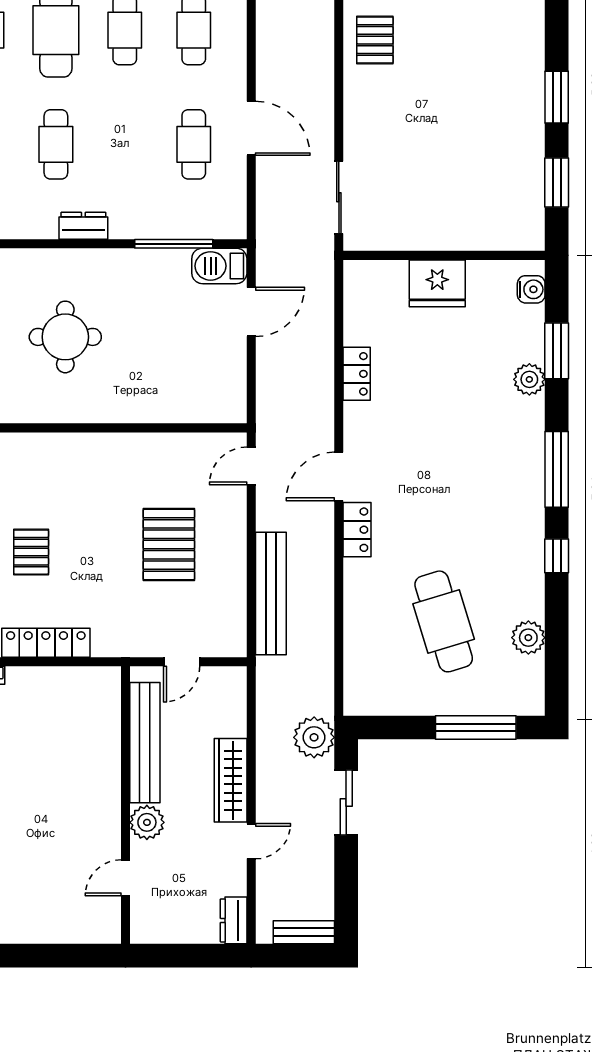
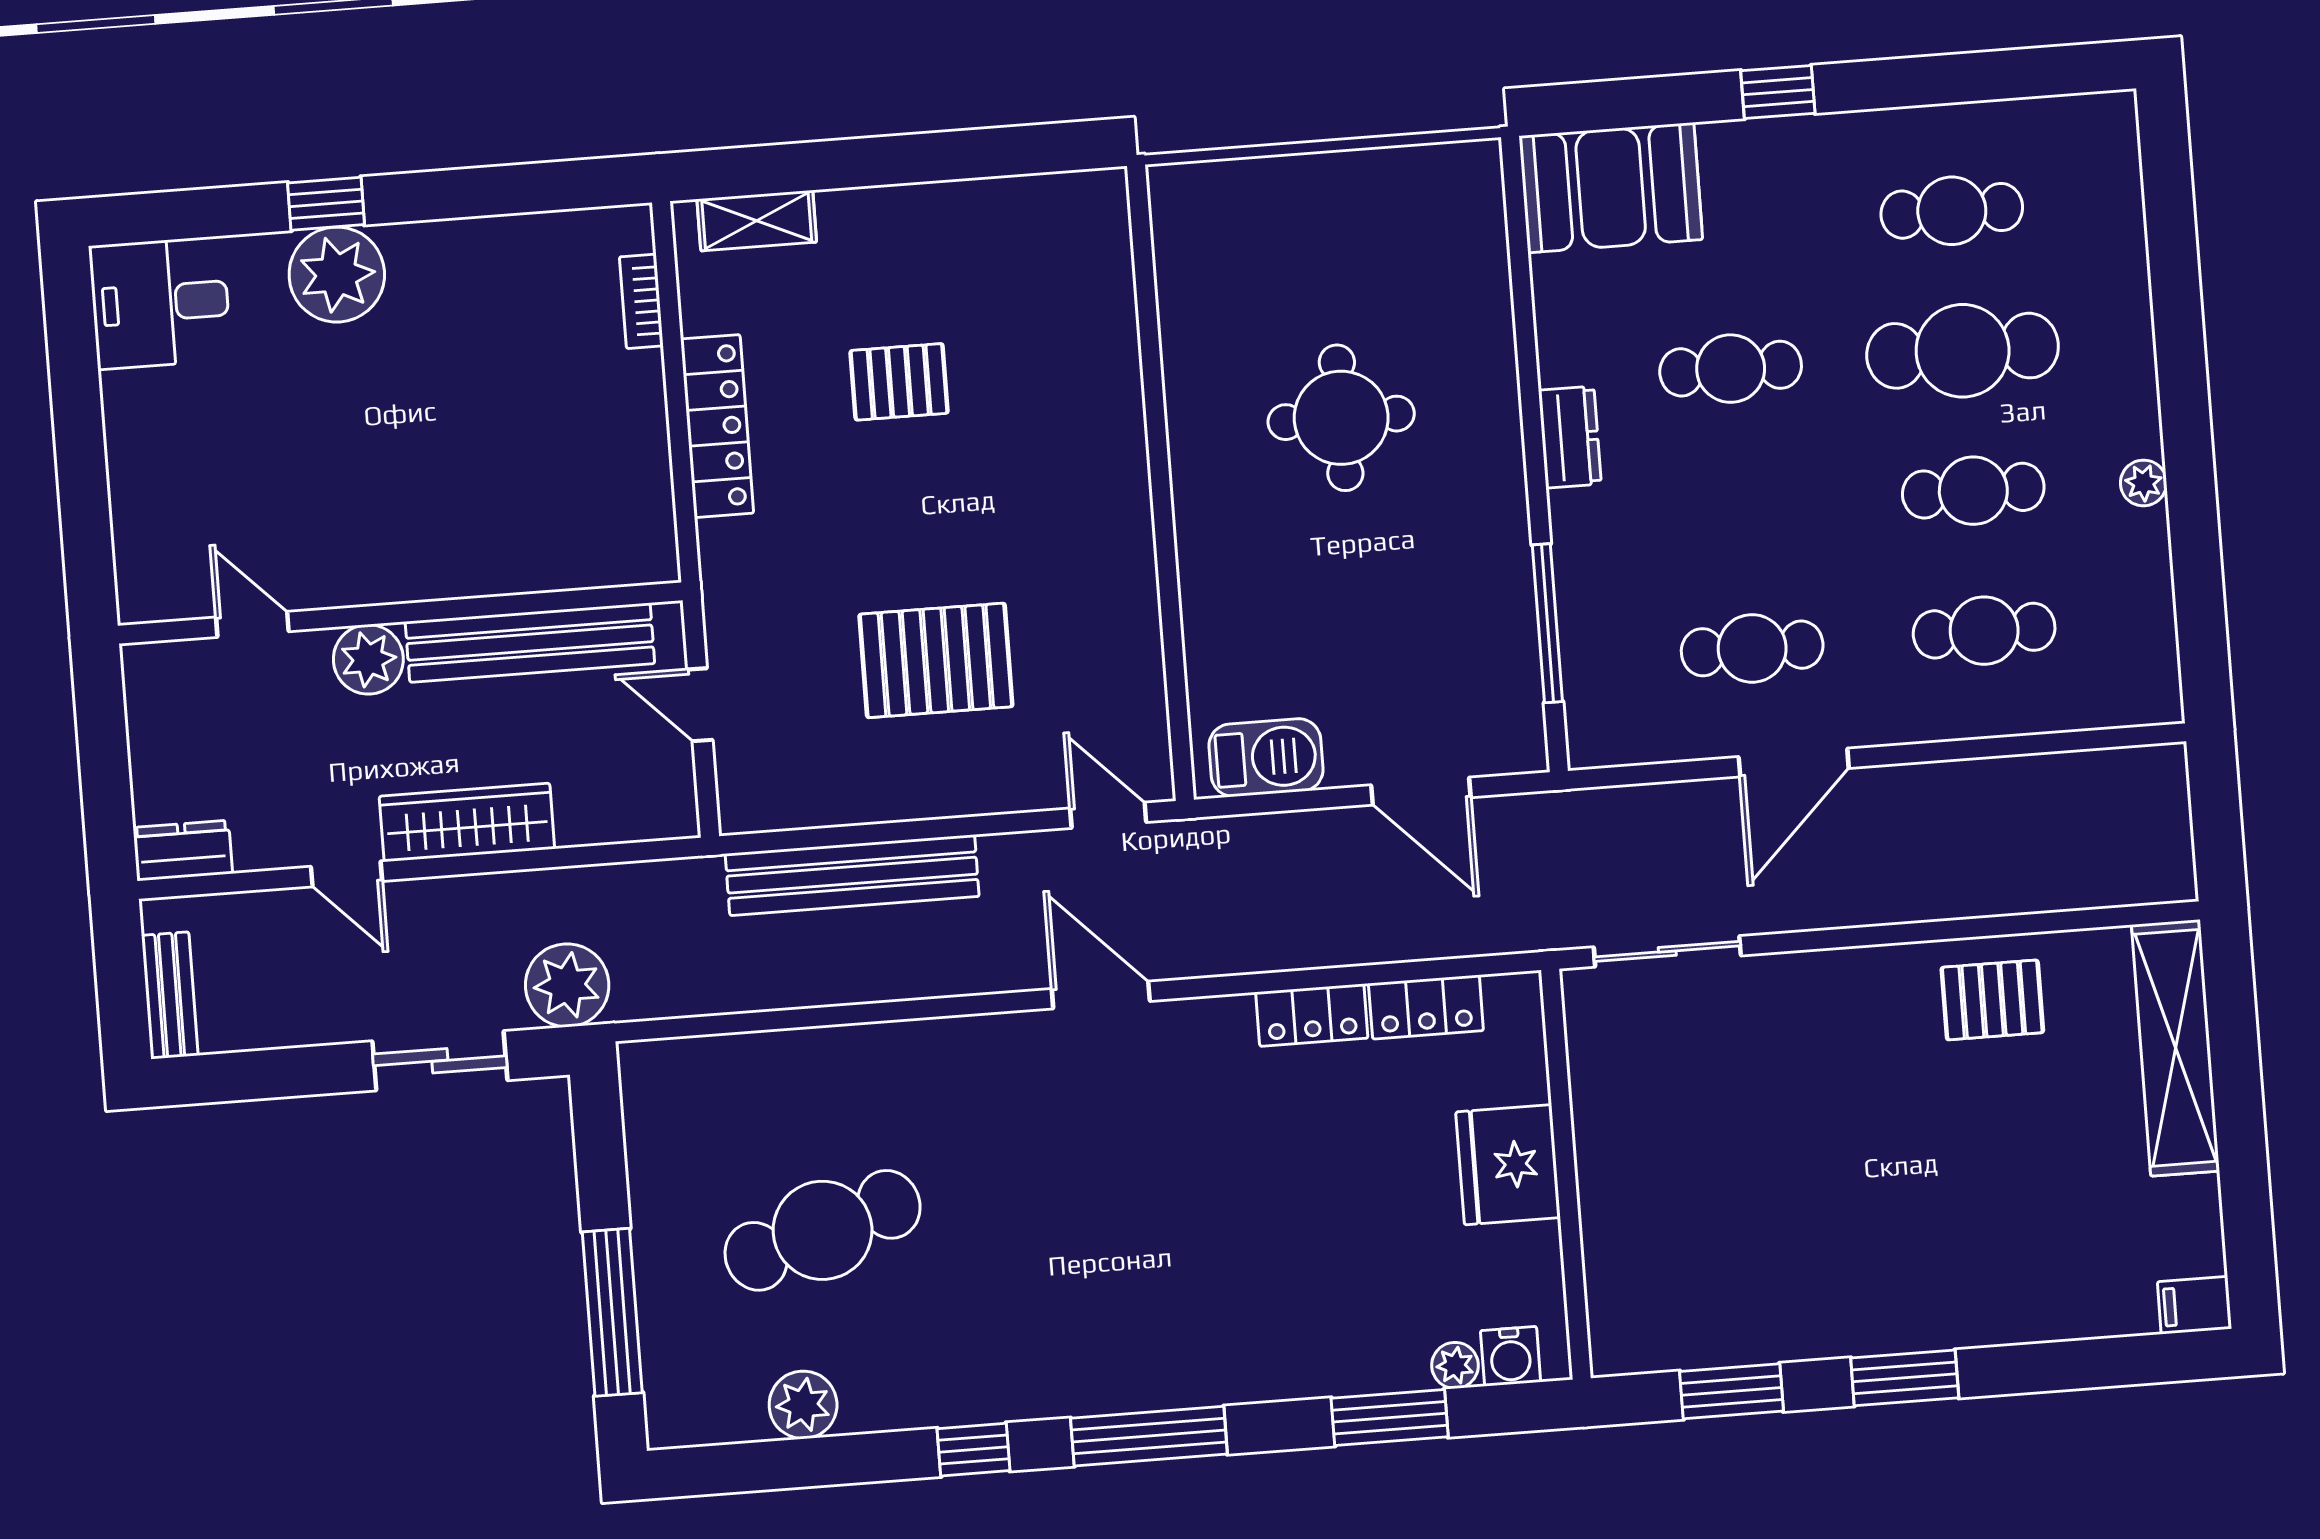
barbecue: (219, 266) -> (1266, 758), moved, turned 90
plant: (529, 379) -> (1455, 1365), moved, width x0.73, depth x0.73
locker: (357, 530) -> (1426, 1007), moved

